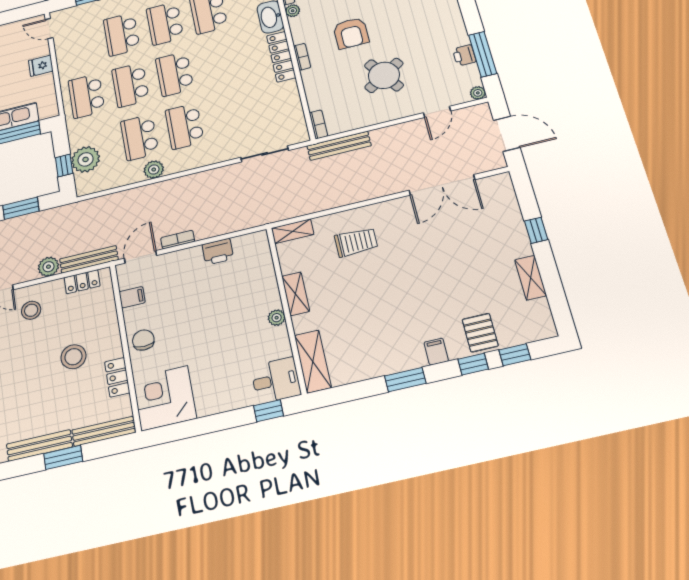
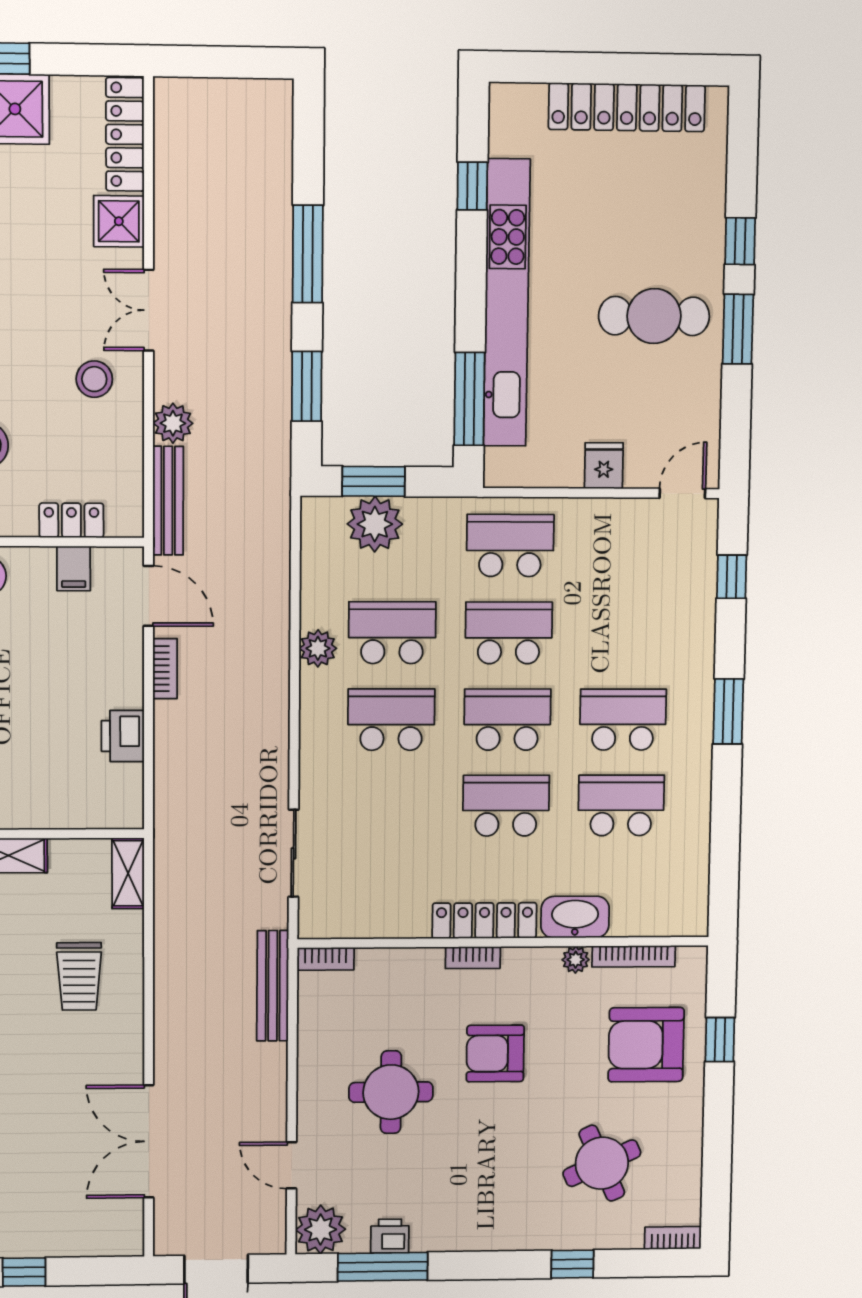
school desk: (122, 34) -> (506, 806), moved
round table: (384, 75) -> (391, 1092), turned 33
plant: (478, 93) -> (321, 1229), width x1.88, depth x1.88
window: (64, 166) -> (374, 481), width x1.50
locker: (82, 282) -> (71, 520), moved, turned 90

